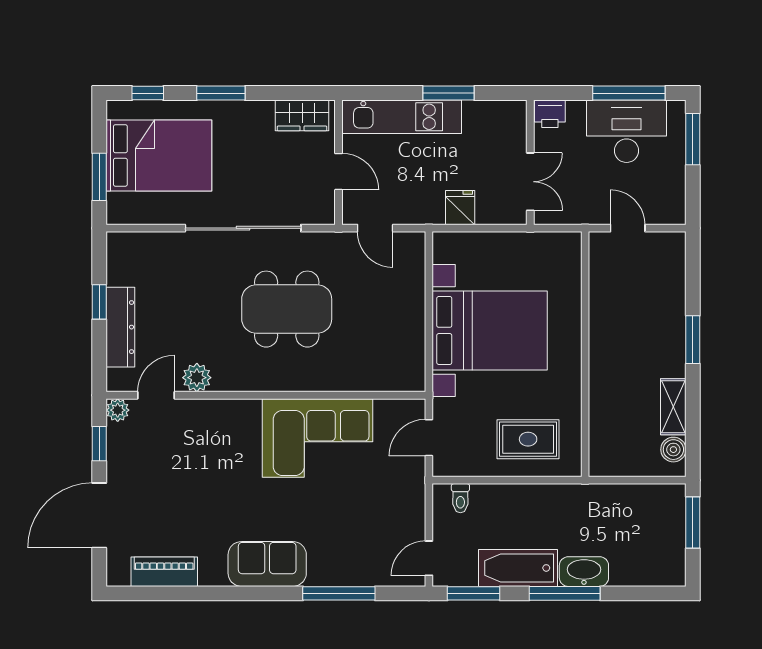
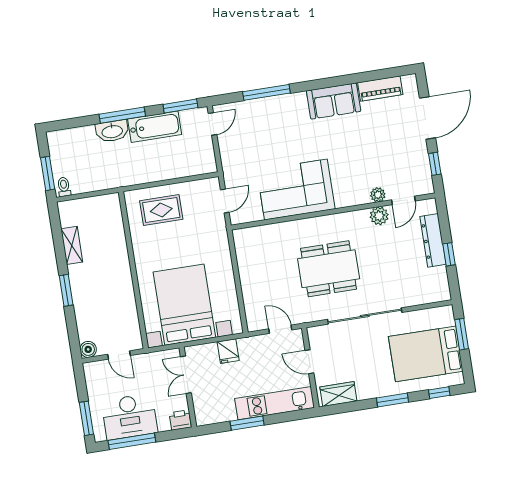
bed with nightstands: (490, 330) -> (184, 305), moved, turned 90
plant: (118, 410) -> (378, 195), moved
boiler: (673, 450) -> (88, 349), moved
toilet: (460, 498) -> (64, 187), moved
sofa: (267, 564) -> (334, 101), moved

